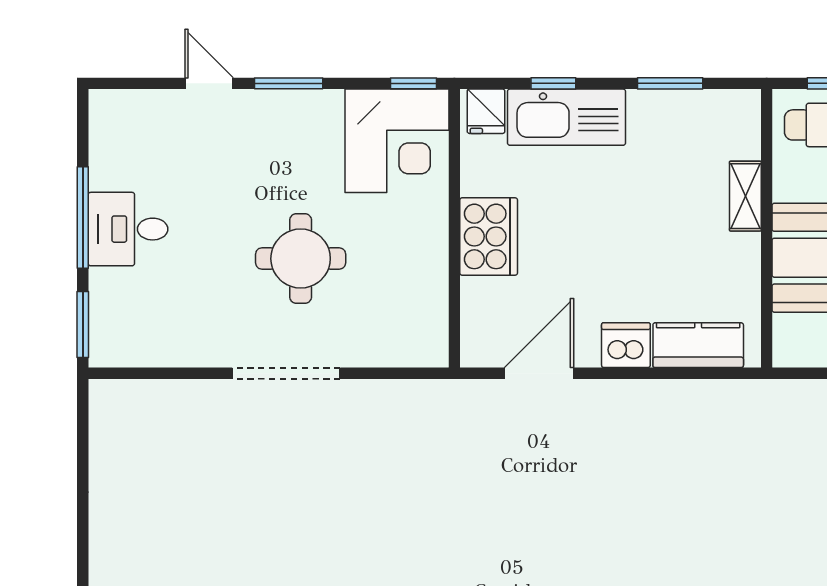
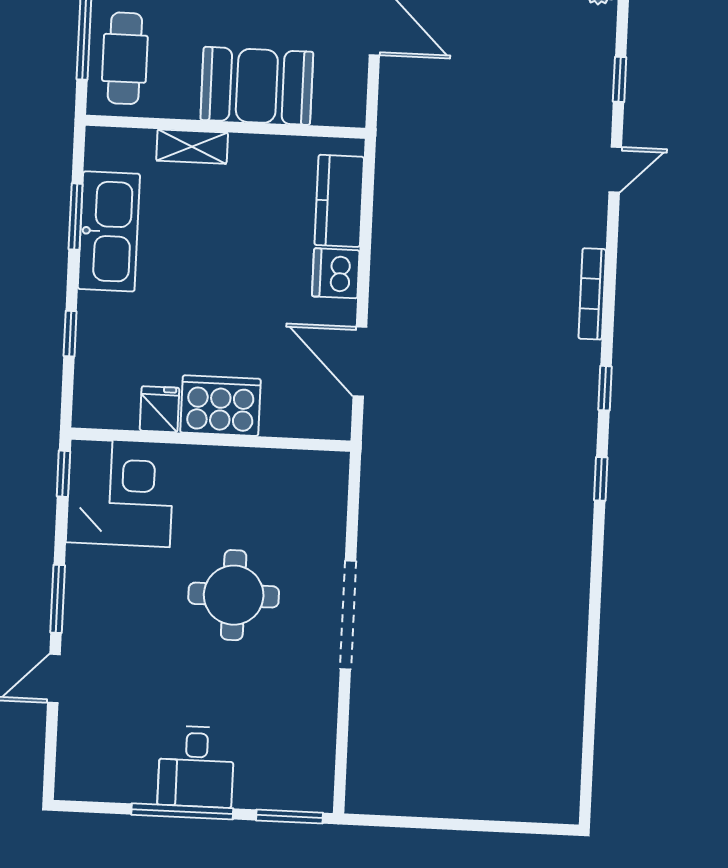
fridge: (486, 111) -> (160, 409), moved, turned -90
kitchen sink: (567, 117) -> (109, 231), moved

